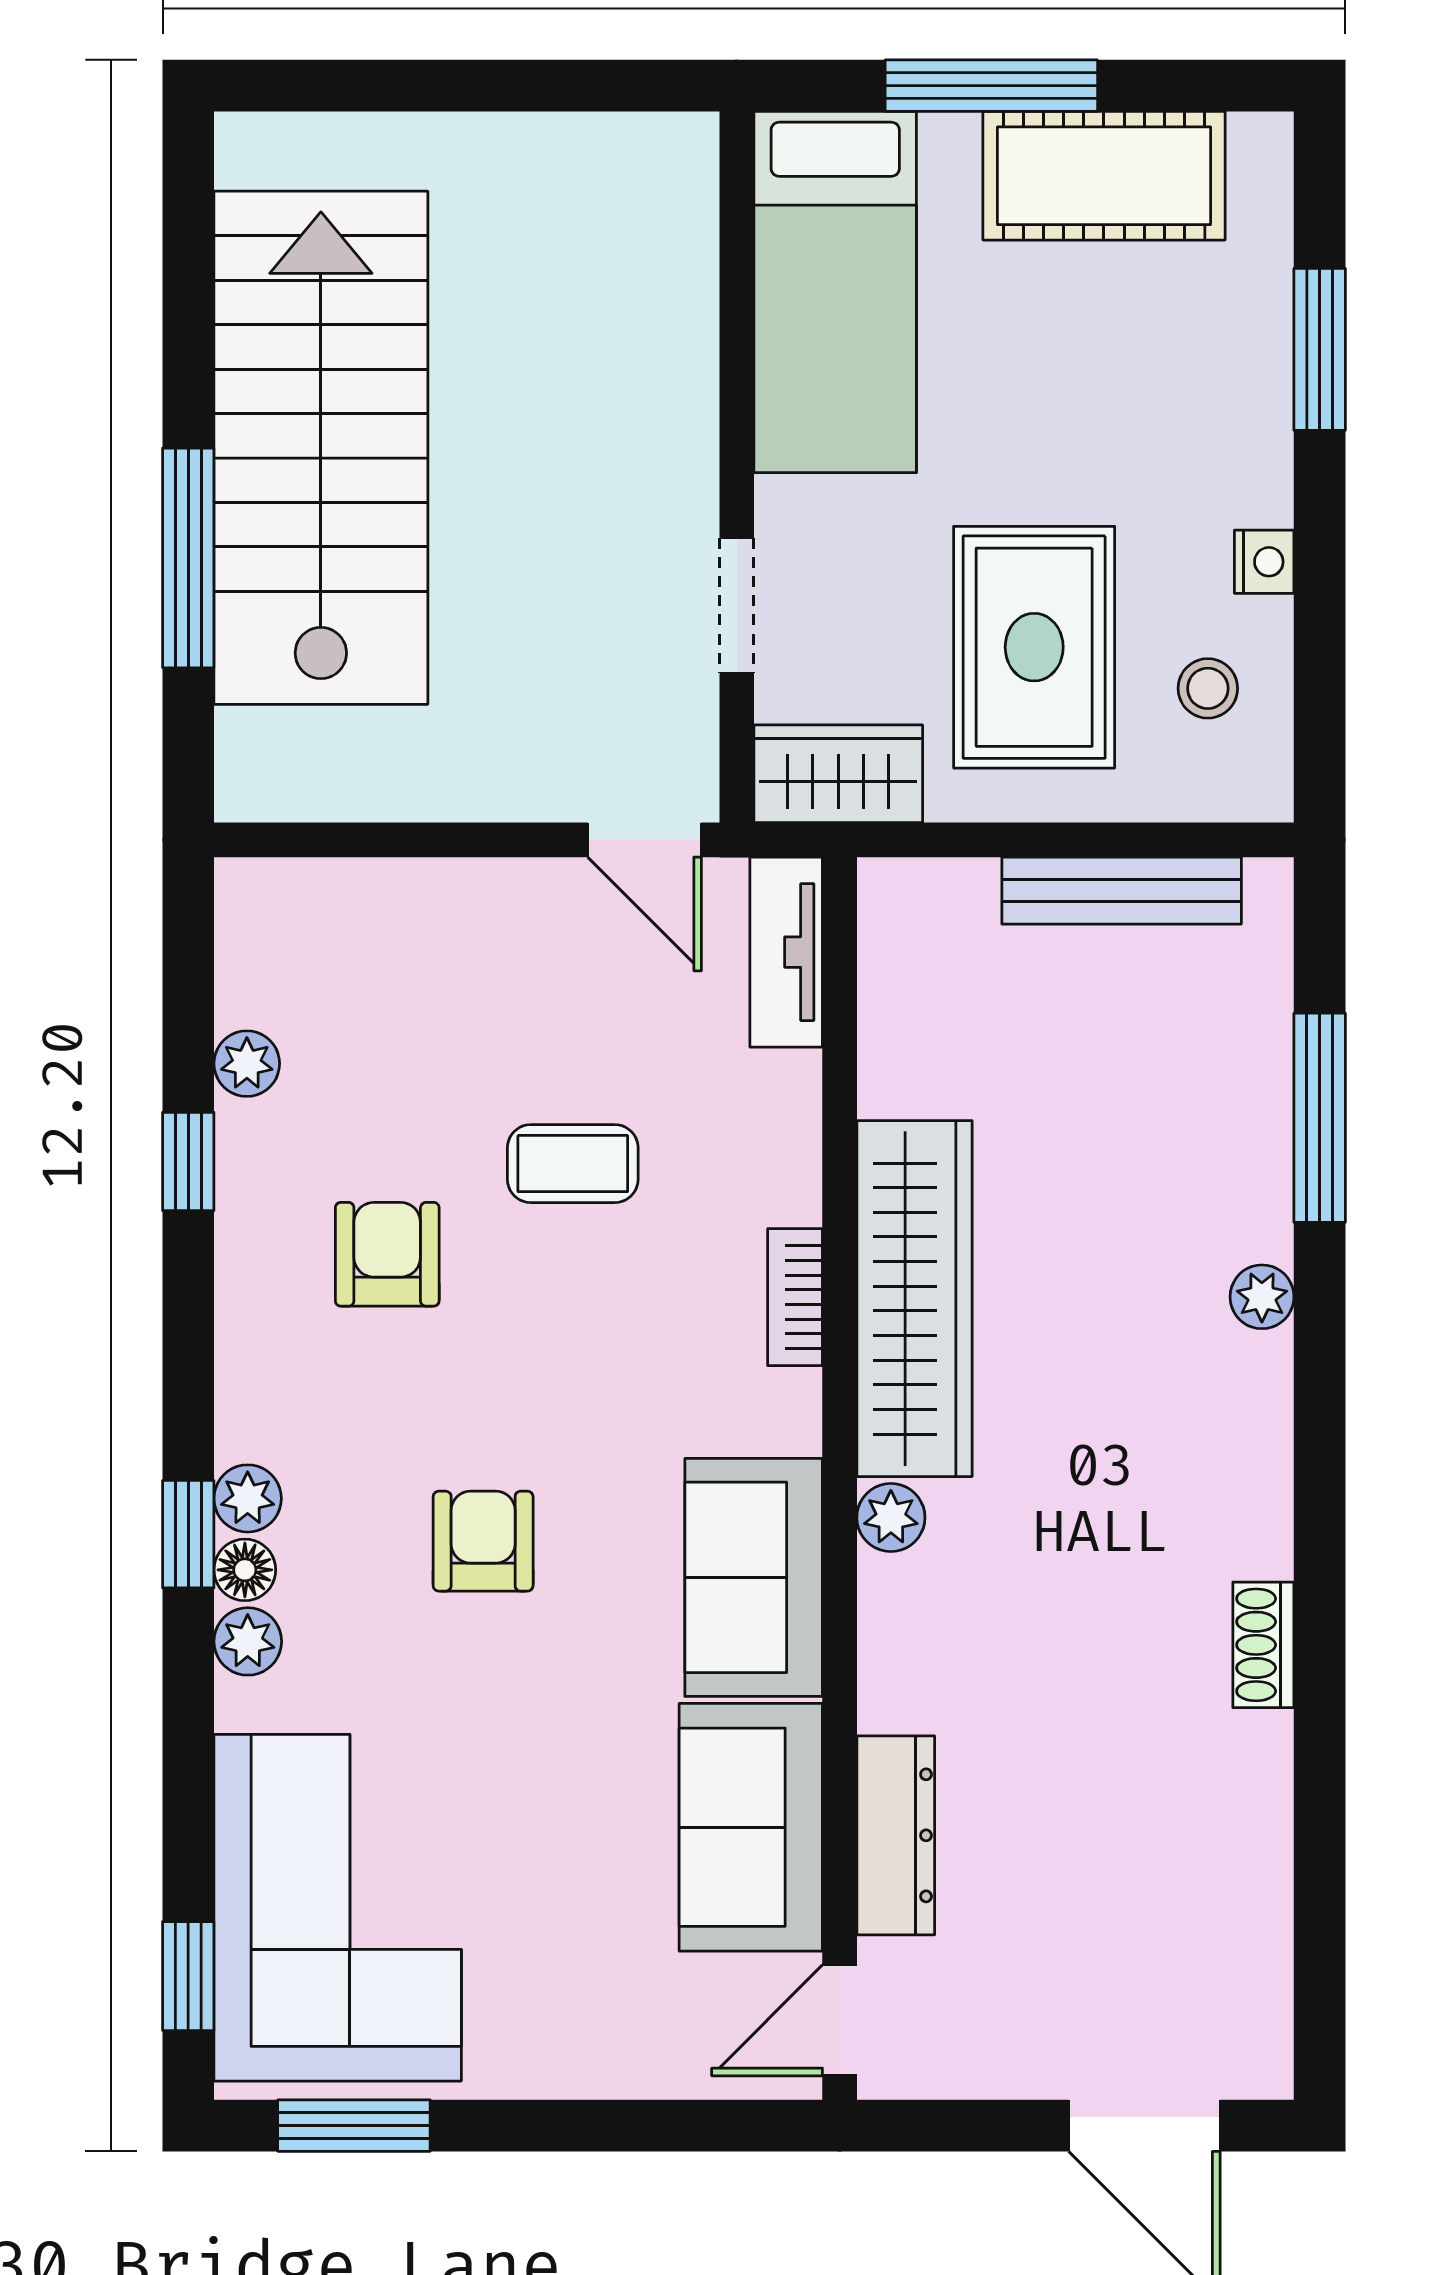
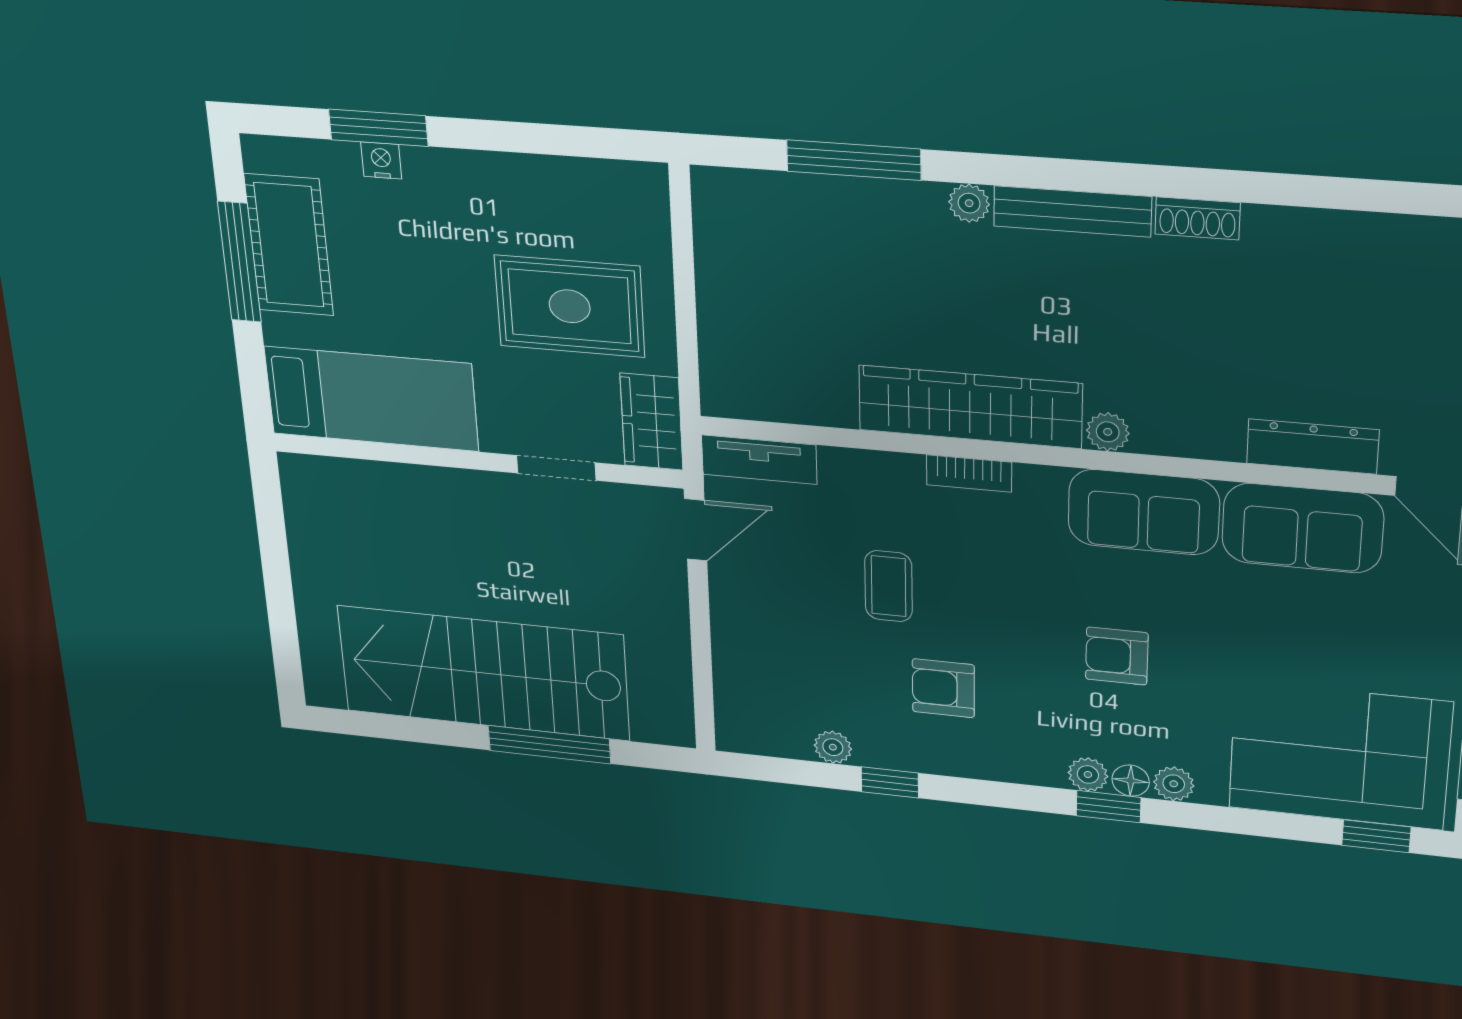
window: (991, 86) -> (239, 262), moved
nightstand: (1264, 562) -> (381, 160), moved
stool: (1208, 688) -> (588, 208), removed
bench: (1122, 891) -> (1072, 211), moved, turned 90

